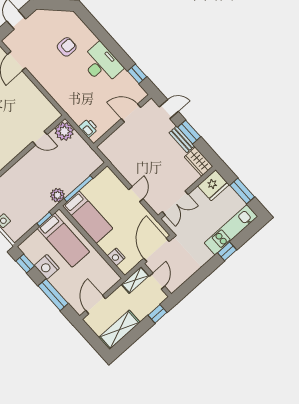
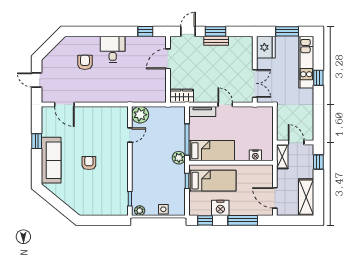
desk: (101, 64) -> (113, 49), width x0.73
printer: (88, 128) -> (152, 97), removed
wardrobe: (199, 162) -> (182, 96), moved, turned 180
tv unit: (113, 180) -> (202, 111), added
door: (157, 250) -> (275, 124), removed

